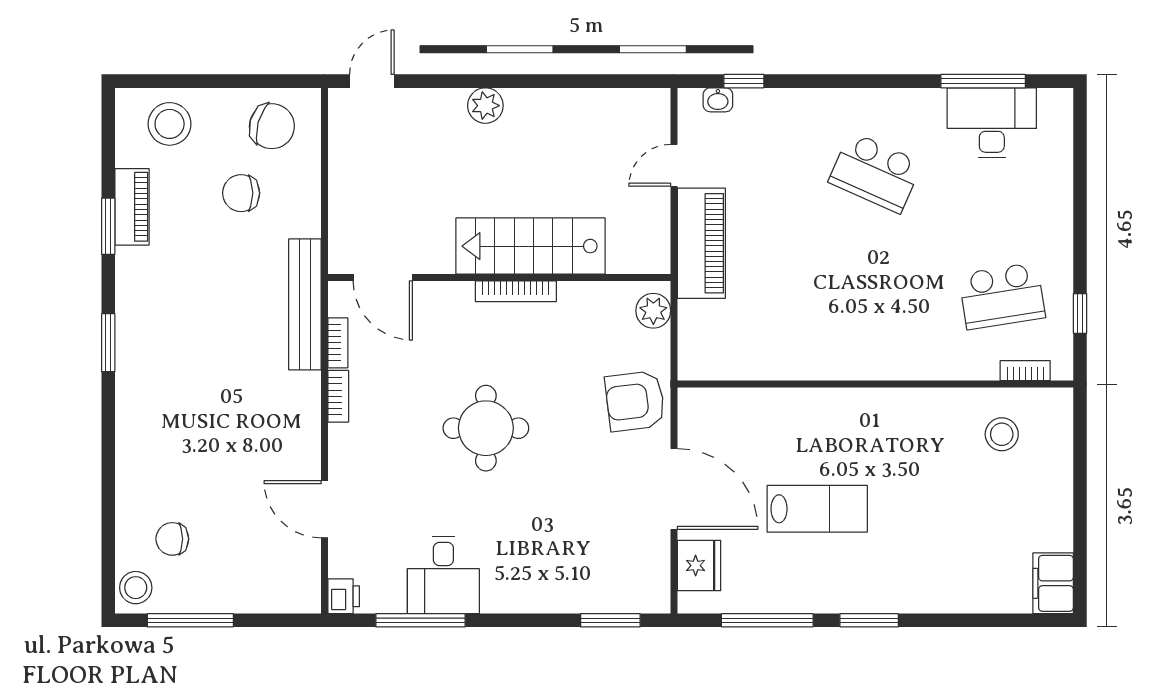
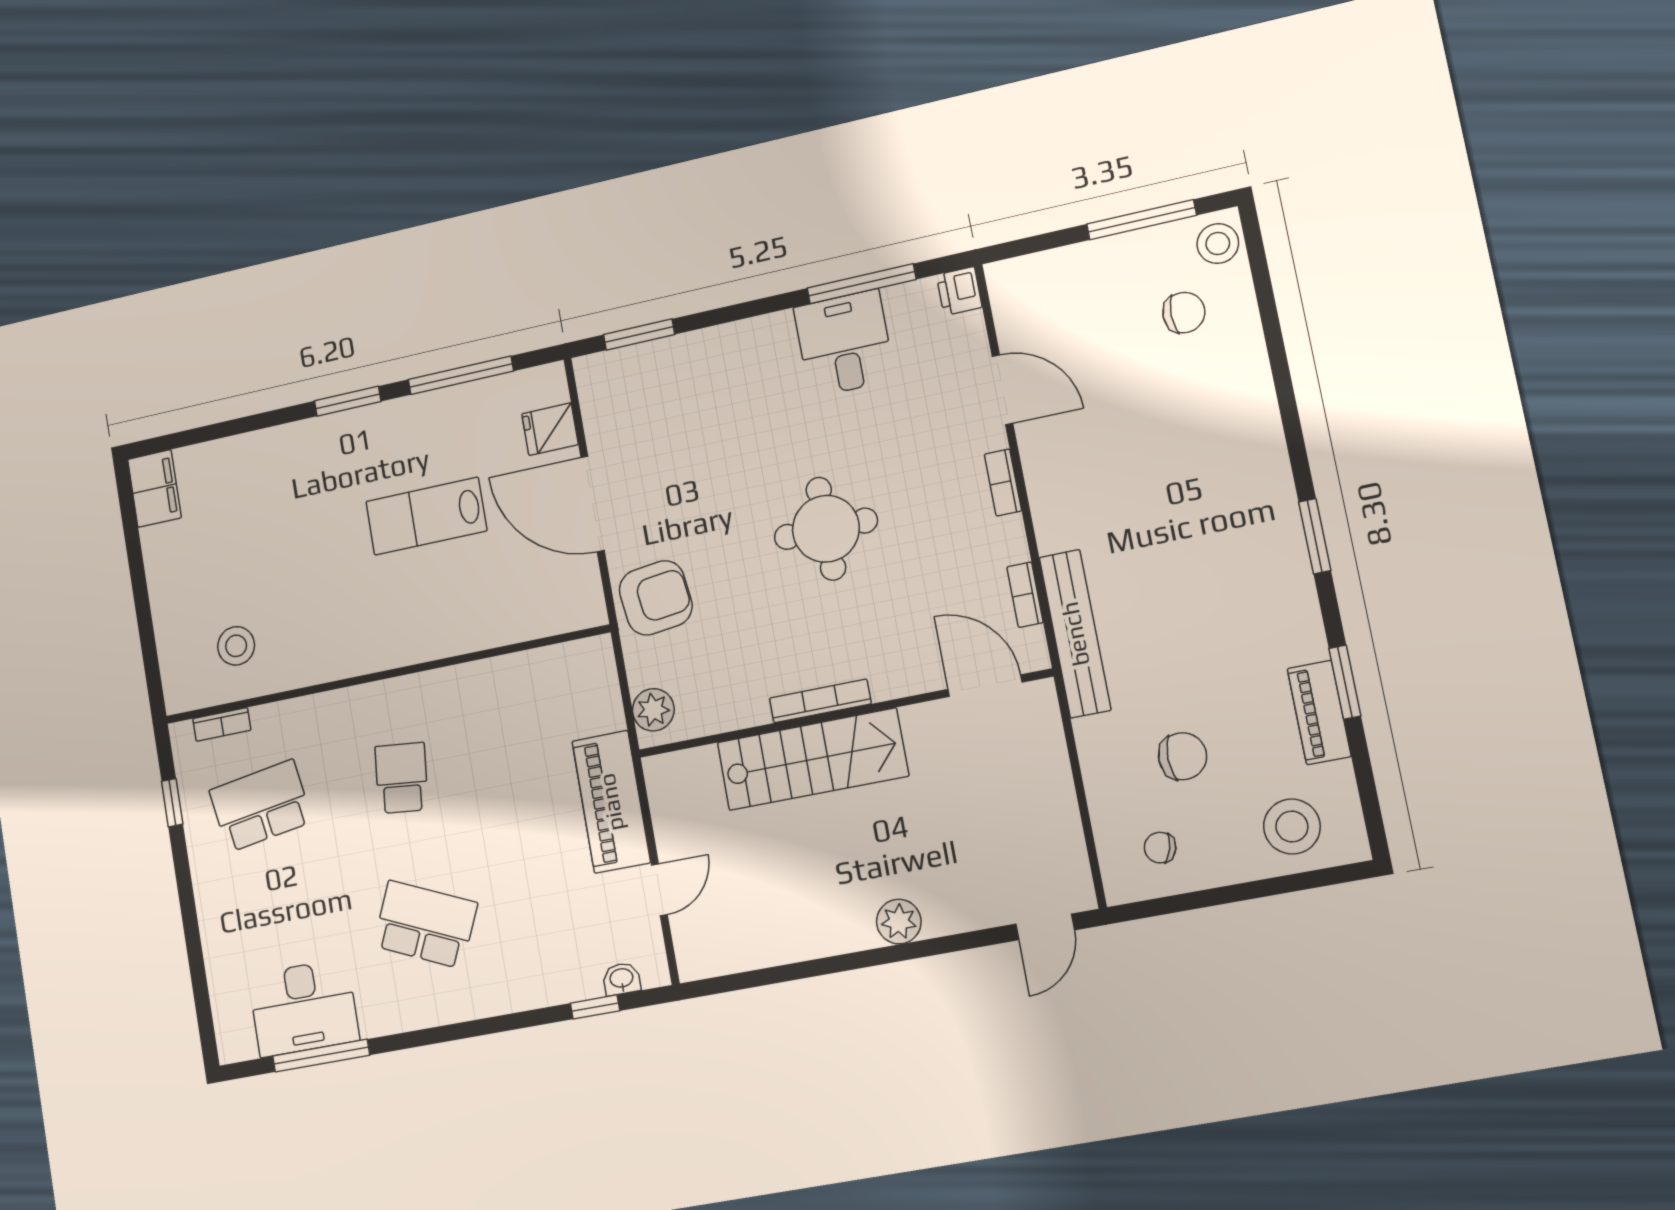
chair: (272, 126) -> (1160, 848), width x0.54, depth x0.54
school desk: (875, 296) -> (402, 778), added
bookcase: (338, 396) -> (1003, 483), moved
fridge: (699, 565) -> (550, 429), width x0.72

